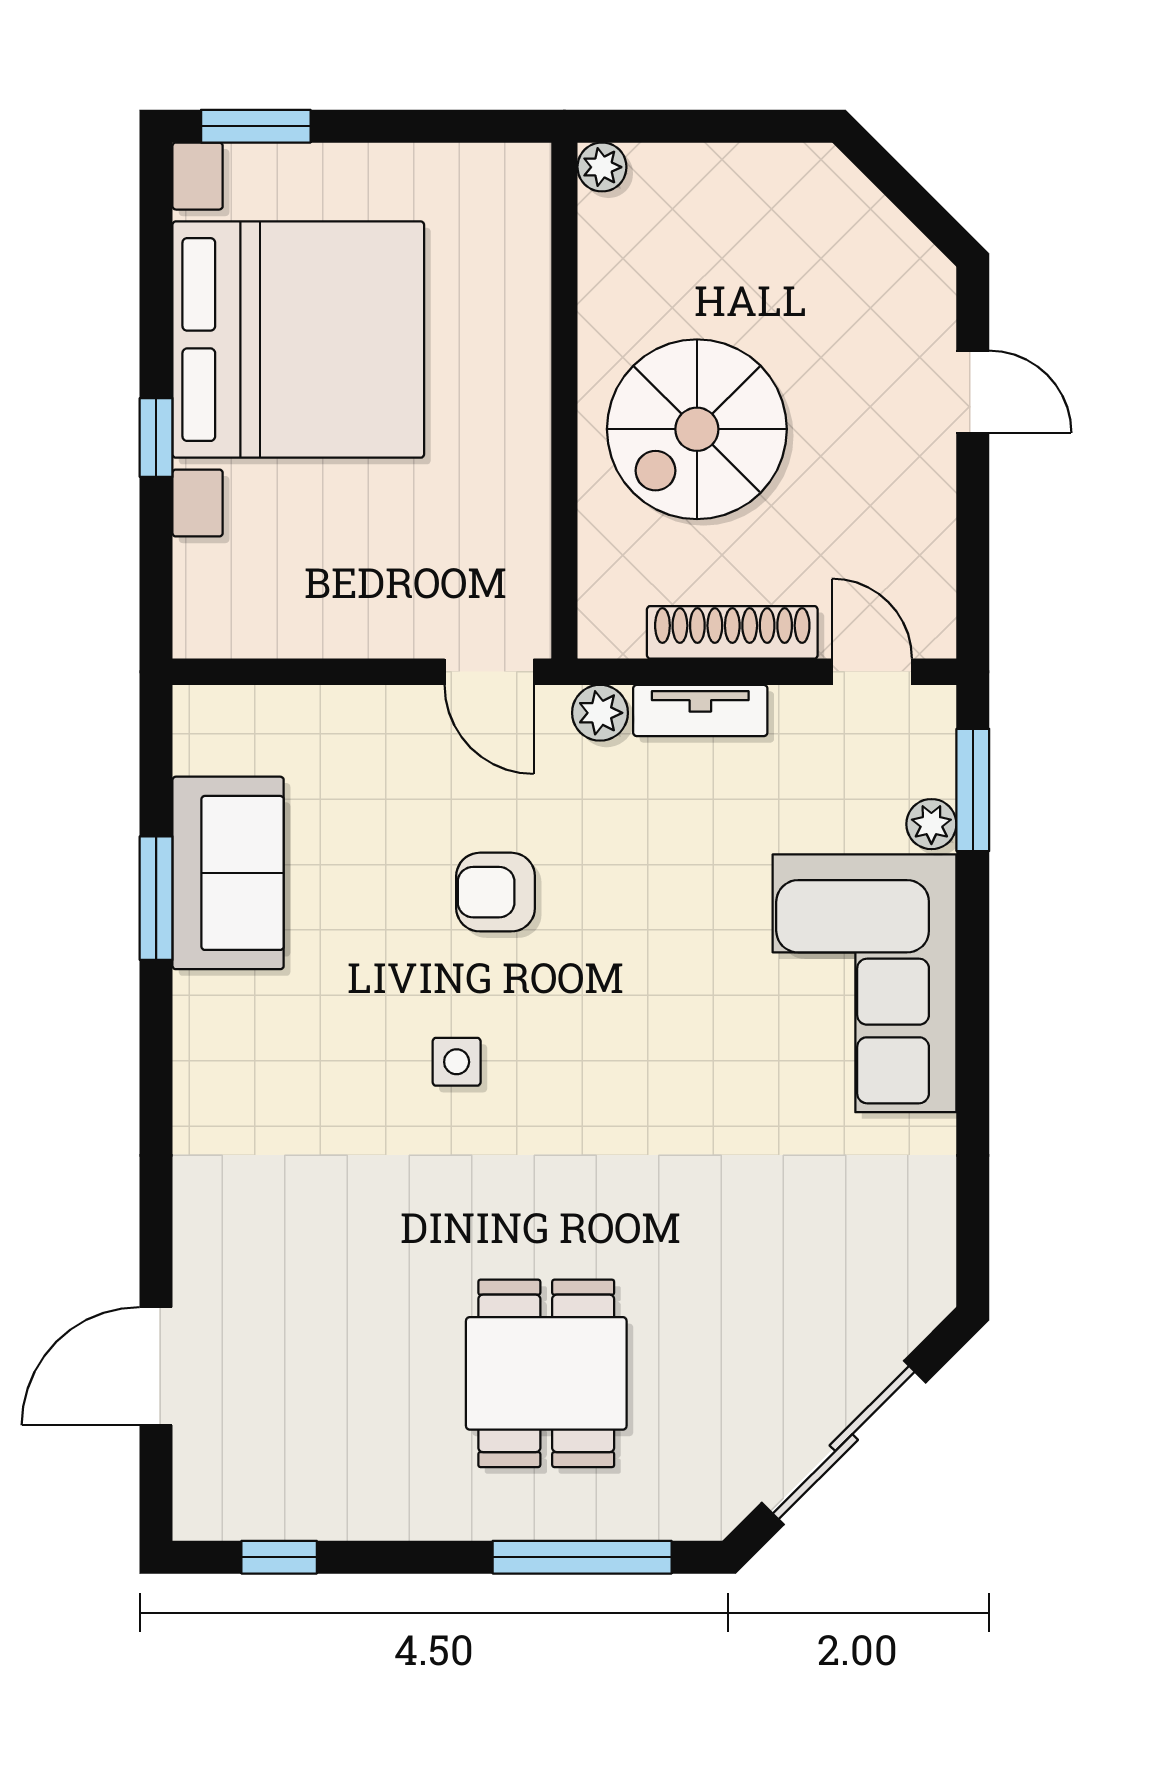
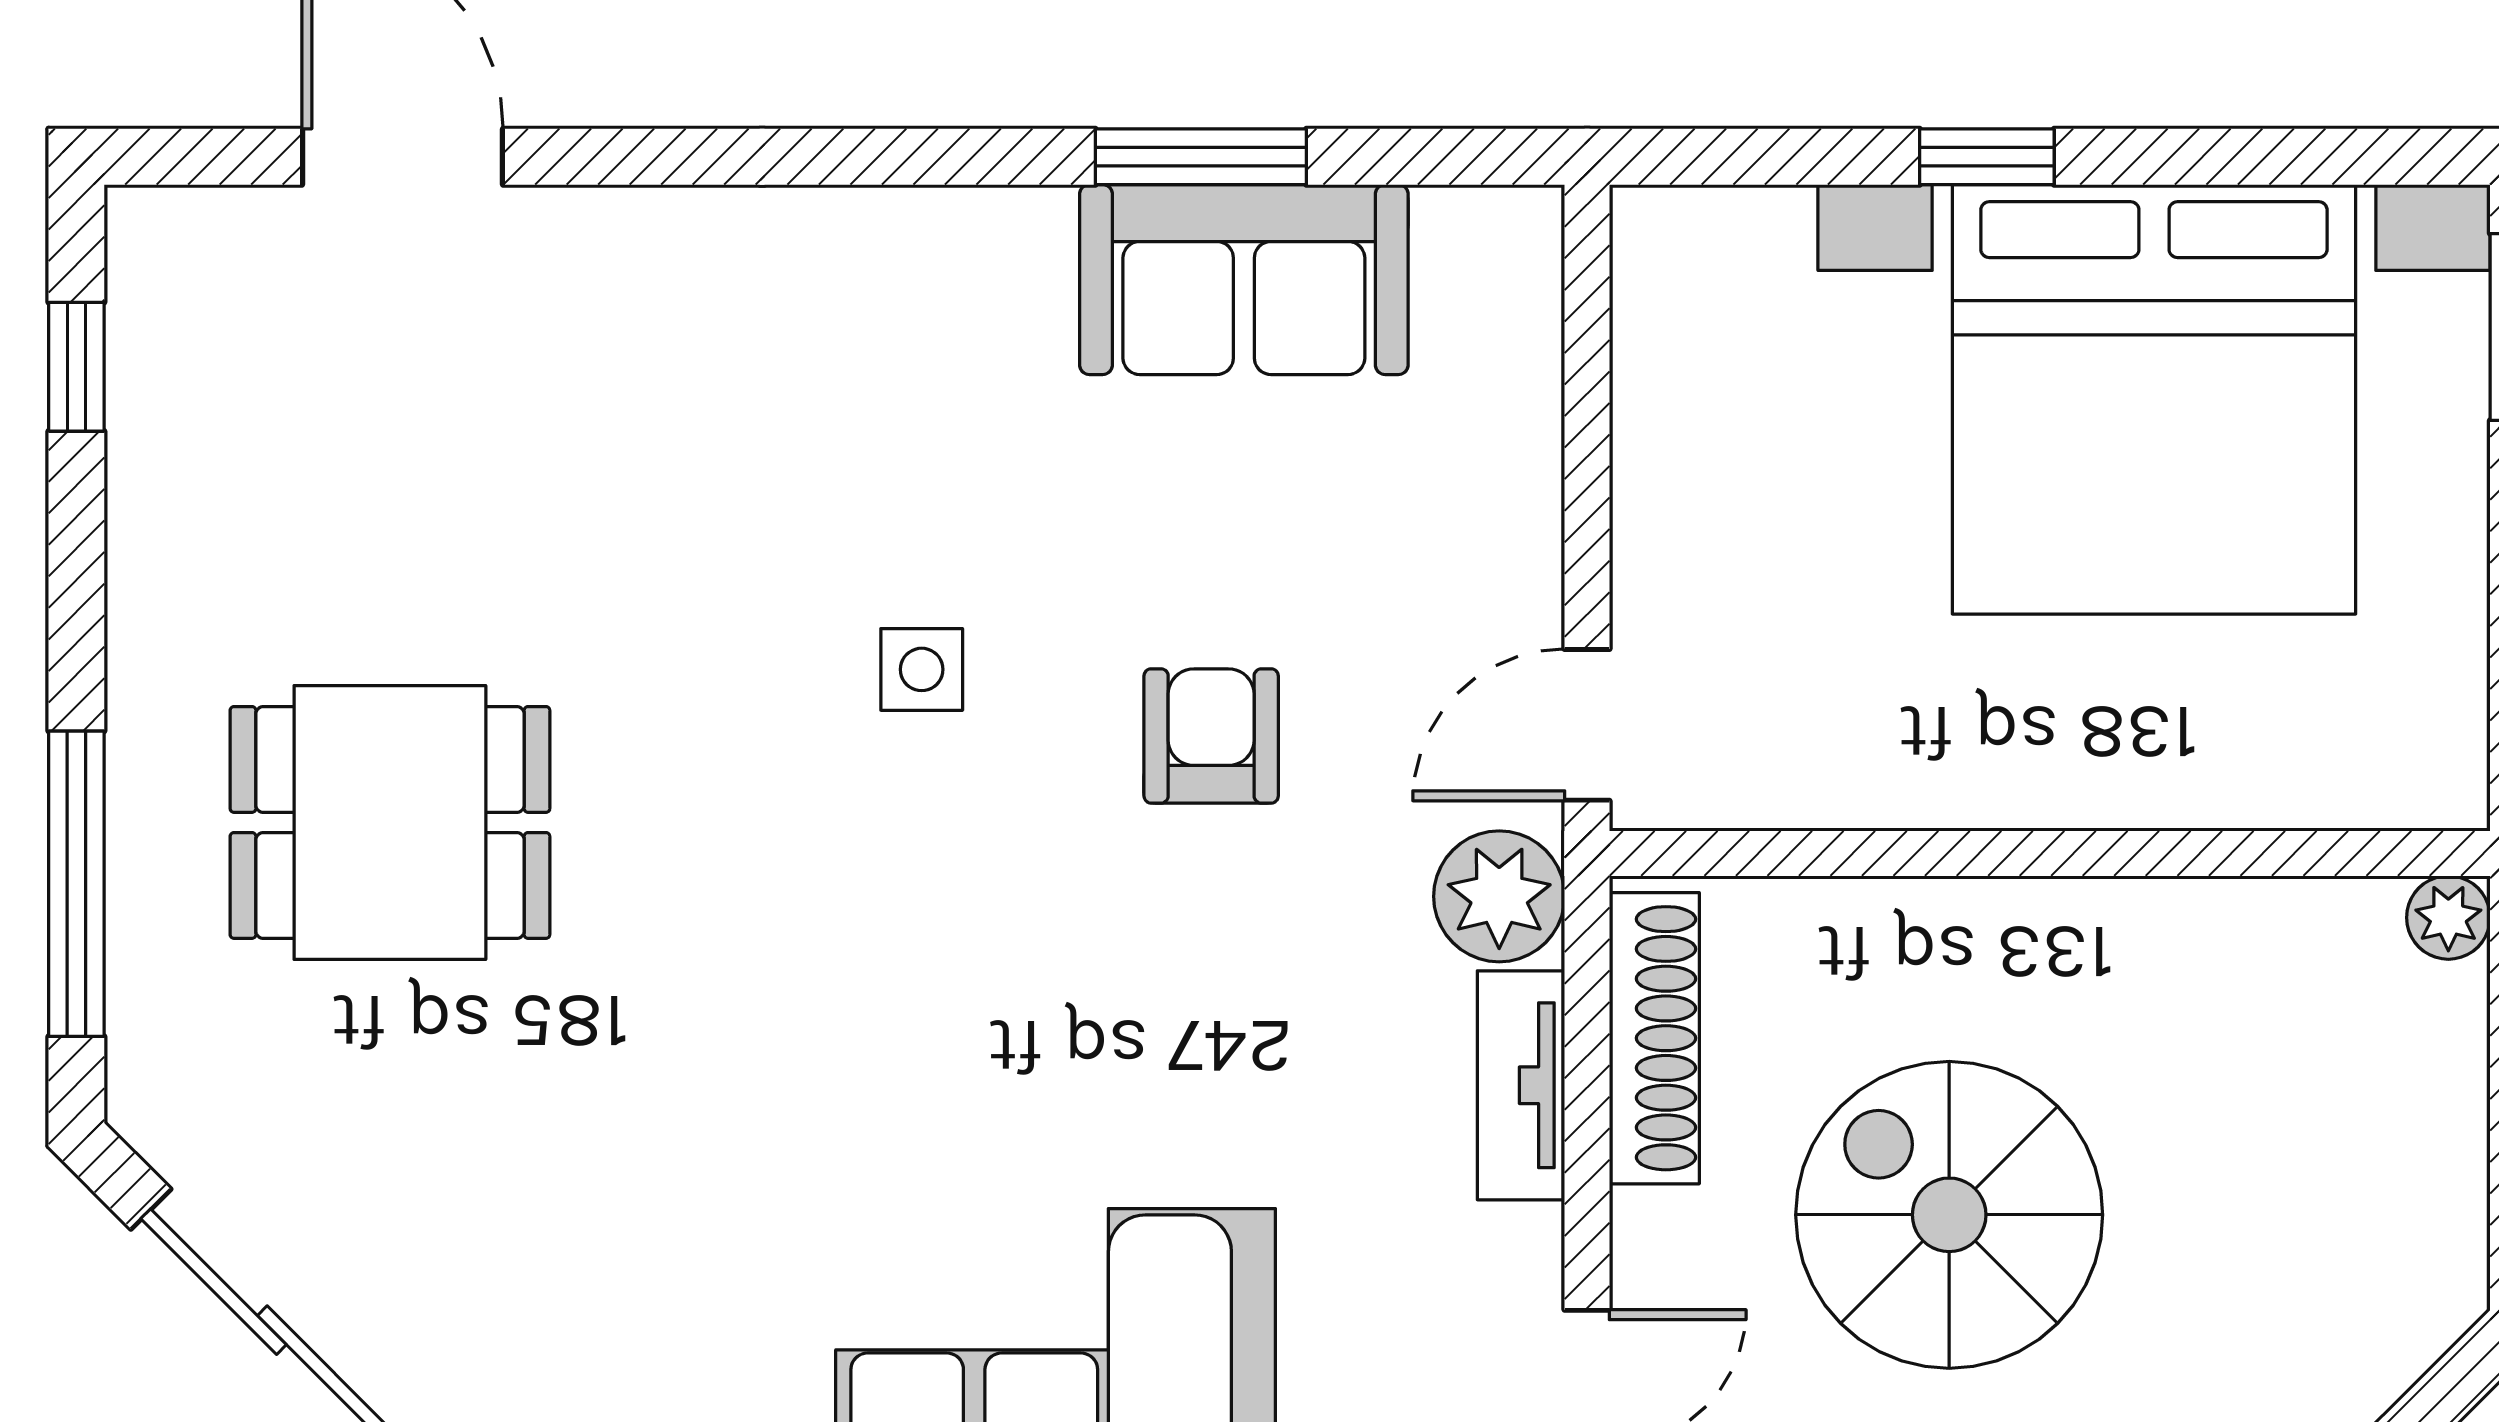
spiral stairs: (697, 429) -> (1949, 1215), moved
shoe rack: (732, 632) -> (1654, 1038), moved
plant: (600, 713) -> (1499, 896), width x1.38, depth x1.38

